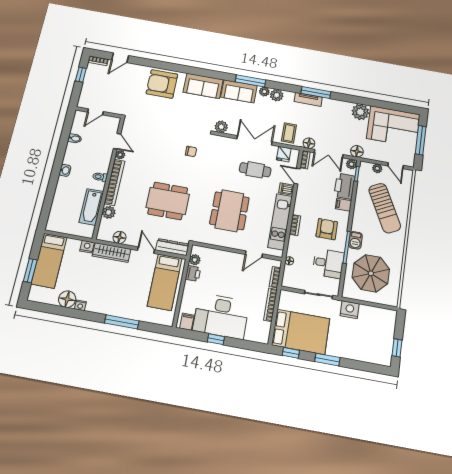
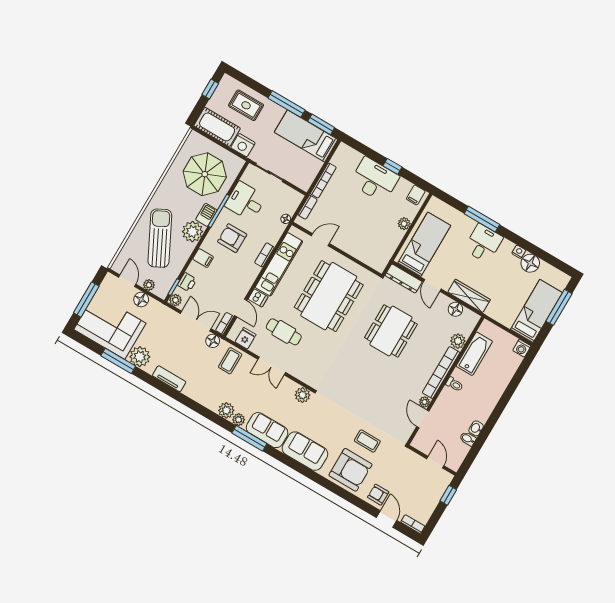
door: (120, 58) -> (387, 519), hinge flipped
armchair: (133, 73) -> (378, 495), added
window: (81, 75) -> (448, 495), moved
window: (316, 93) -> (118, 361), moved
tv unit: (308, 99) -> (169, 379), moved
coffee table: (156, 110) -> (367, 441), added
door: (95, 112) -> (435, 462), hinge flipped
double door: (254, 140) -> (272, 366), width x0.73
chair: (191, 151) -> (346, 378), removed
floor lamp: (357, 151) -> (141, 299), moved
washbasin: (65, 170) -> (476, 428), moved
printer: (345, 186) -> (187, 282), width x0.53, depth x0.68
dining table: (168, 201) -> (391, 331), turned 90
dining table: (229, 211) -> (329, 296), width x1.36, depth x1.24
plant: (361, 223) -> (192, 232), added
washing machine: (52, 225) -> (522, 348), added
armchair: (327, 229) -> (232, 238), turned 90
nightstand: (87, 247) -> (493, 312), removed
plant: (195, 260) -> (404, 224), moved
window: (30, 271) -> (559, 307), width x1.44
printer: (193, 273) -> (392, 243), removed
desk: (114, 301) -> (483, 243), added
desk: (221, 316) -> (375, 180), width x0.73, depth x0.77
cot: (378, 317) -> (217, 127), added
bed: (301, 332) -> (306, 136), width x0.67
rug: (361, 345) -> (246, 105), added
window: (291, 353) -> (321, 124), width x1.50
window: (327, 360) -> (287, 104), width x1.44

